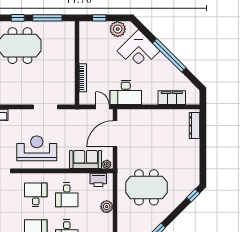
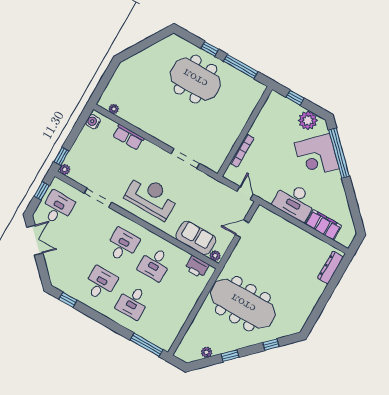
window: (169, 55) -> (339, 153), moved
desk: (126, 92) -> (295, 201), moved
door: (115, 134) -> (242, 229), width x0.53
meeting table: (146, 187) -> (243, 304), width x1.36
window: (193, 195) -> (271, 345), moved
plant: (107, 207) -> (190, 300), removed

